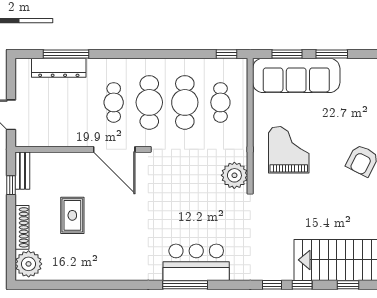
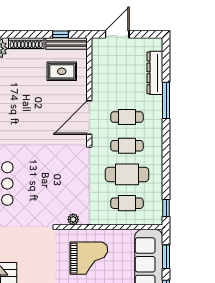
window: (66, 54) -> (166, 100), moved
cafe table: (149, 102) -> (127, 146), width x0.73, depth x0.74
bench: (22, 171) -> (67, 44), width x1.36
plant: (234, 175) -> (73, 219), width x0.53, depth x0.53
rug: (72, 215) -> (62, 71), moved

